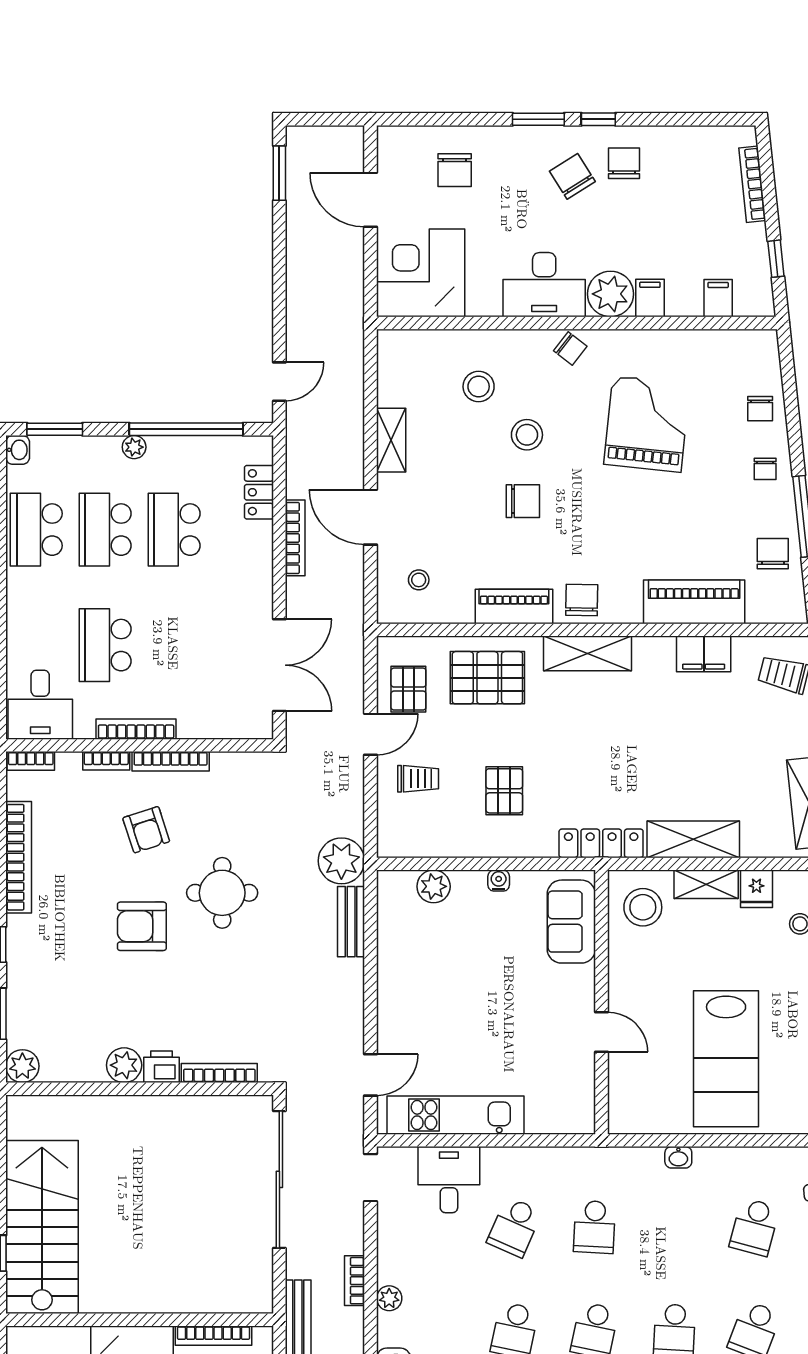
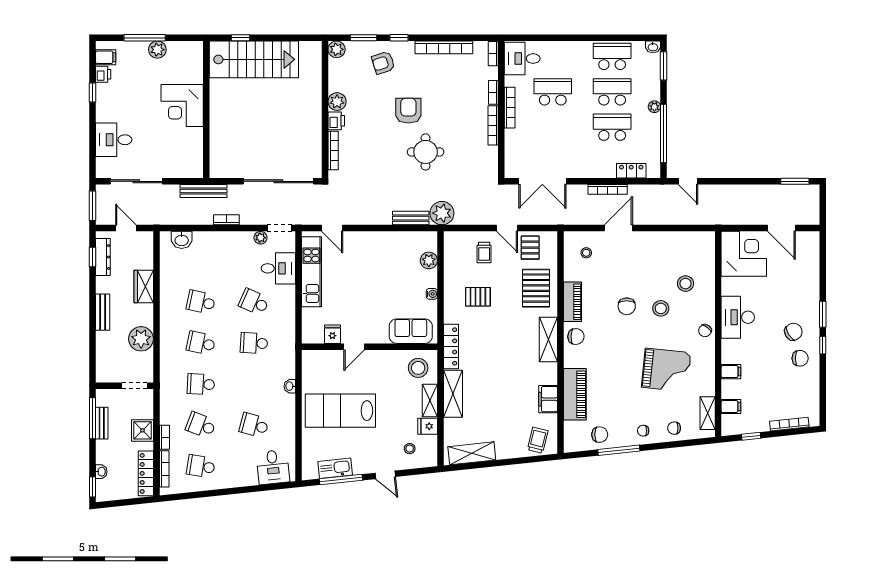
chair: (455, 170) -> (797, 271), removed
door: (371, 200) -> (781, 228), swing flipped
plant: (610, 294) -> (733, 351), removed
shelving: (391, 440) -> (708, 413), moved, turned 90
pallet: (408, 689) -> (530, 248), turned 90
armchair: (146, 830) -> (383, 63), moved
fridge: (577, 1074) -> (332, 334), added
plant: (389, 1298) -> (260, 238), moved
bookcase: (213, 1336) -> (198, 147), removed

